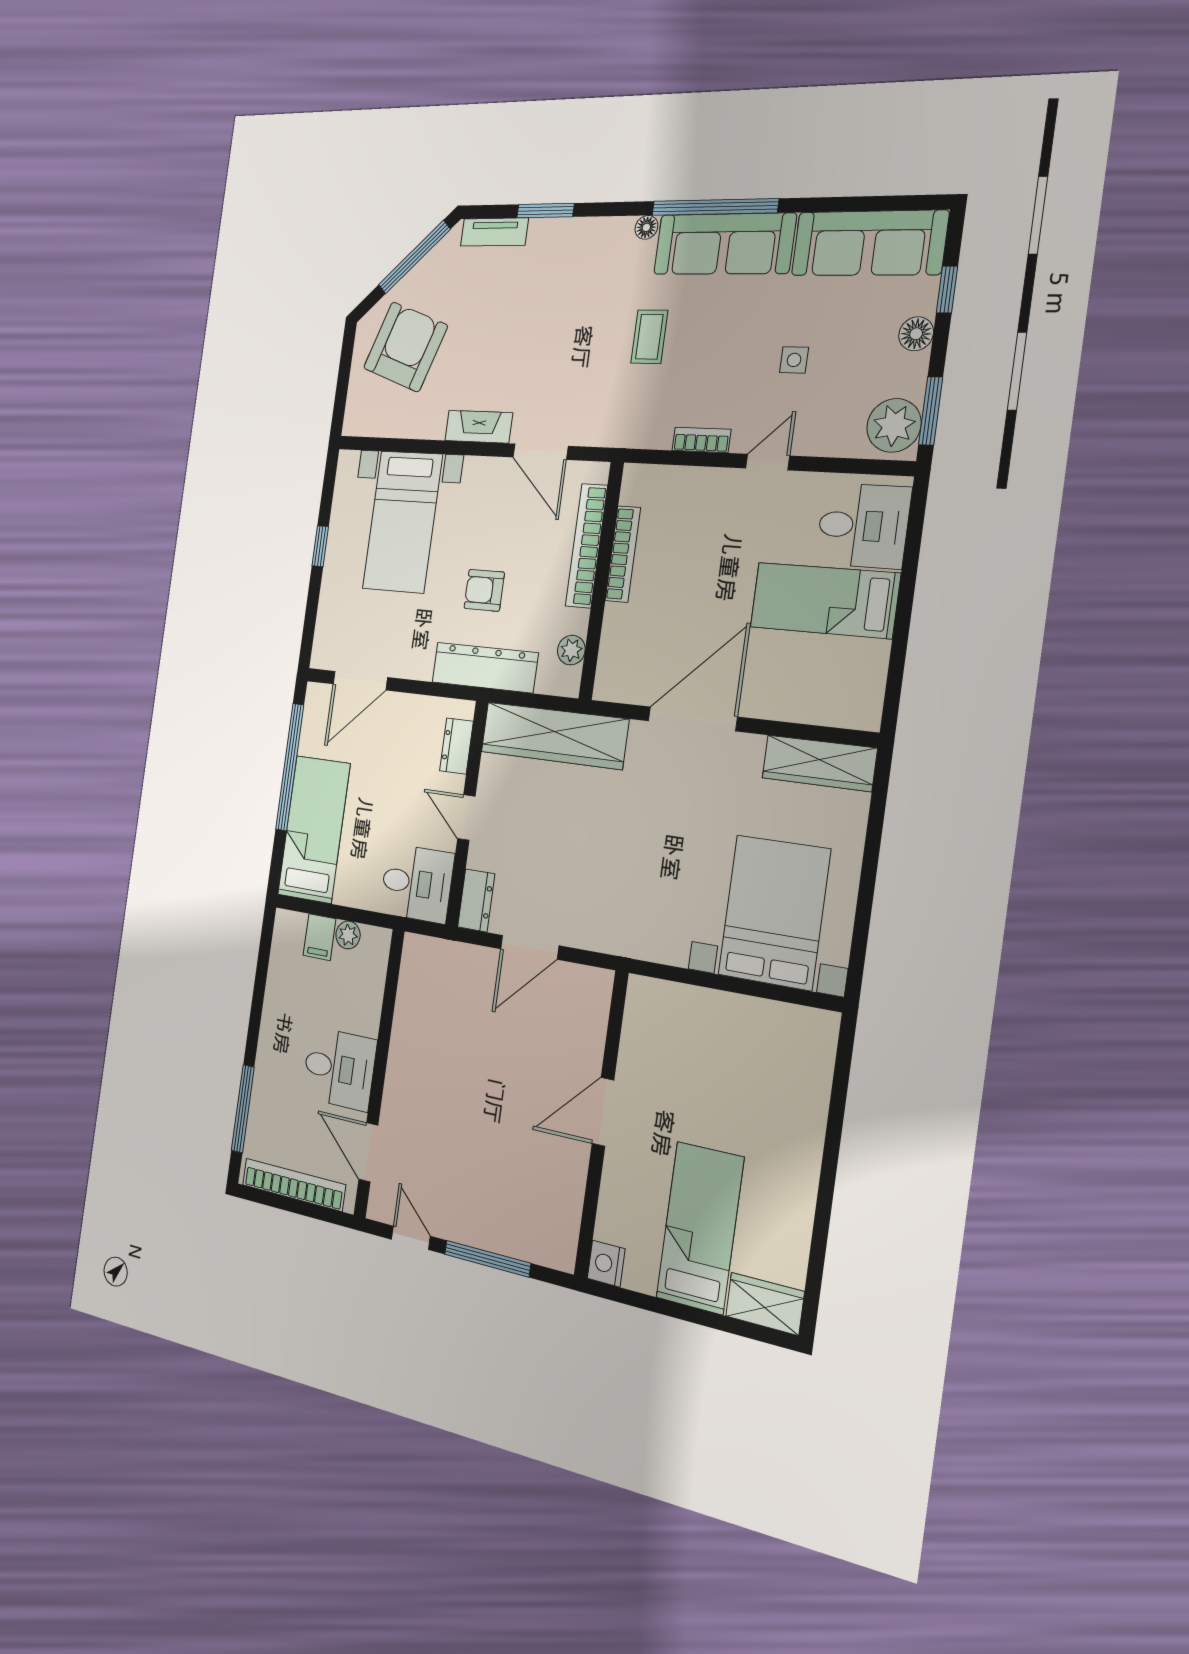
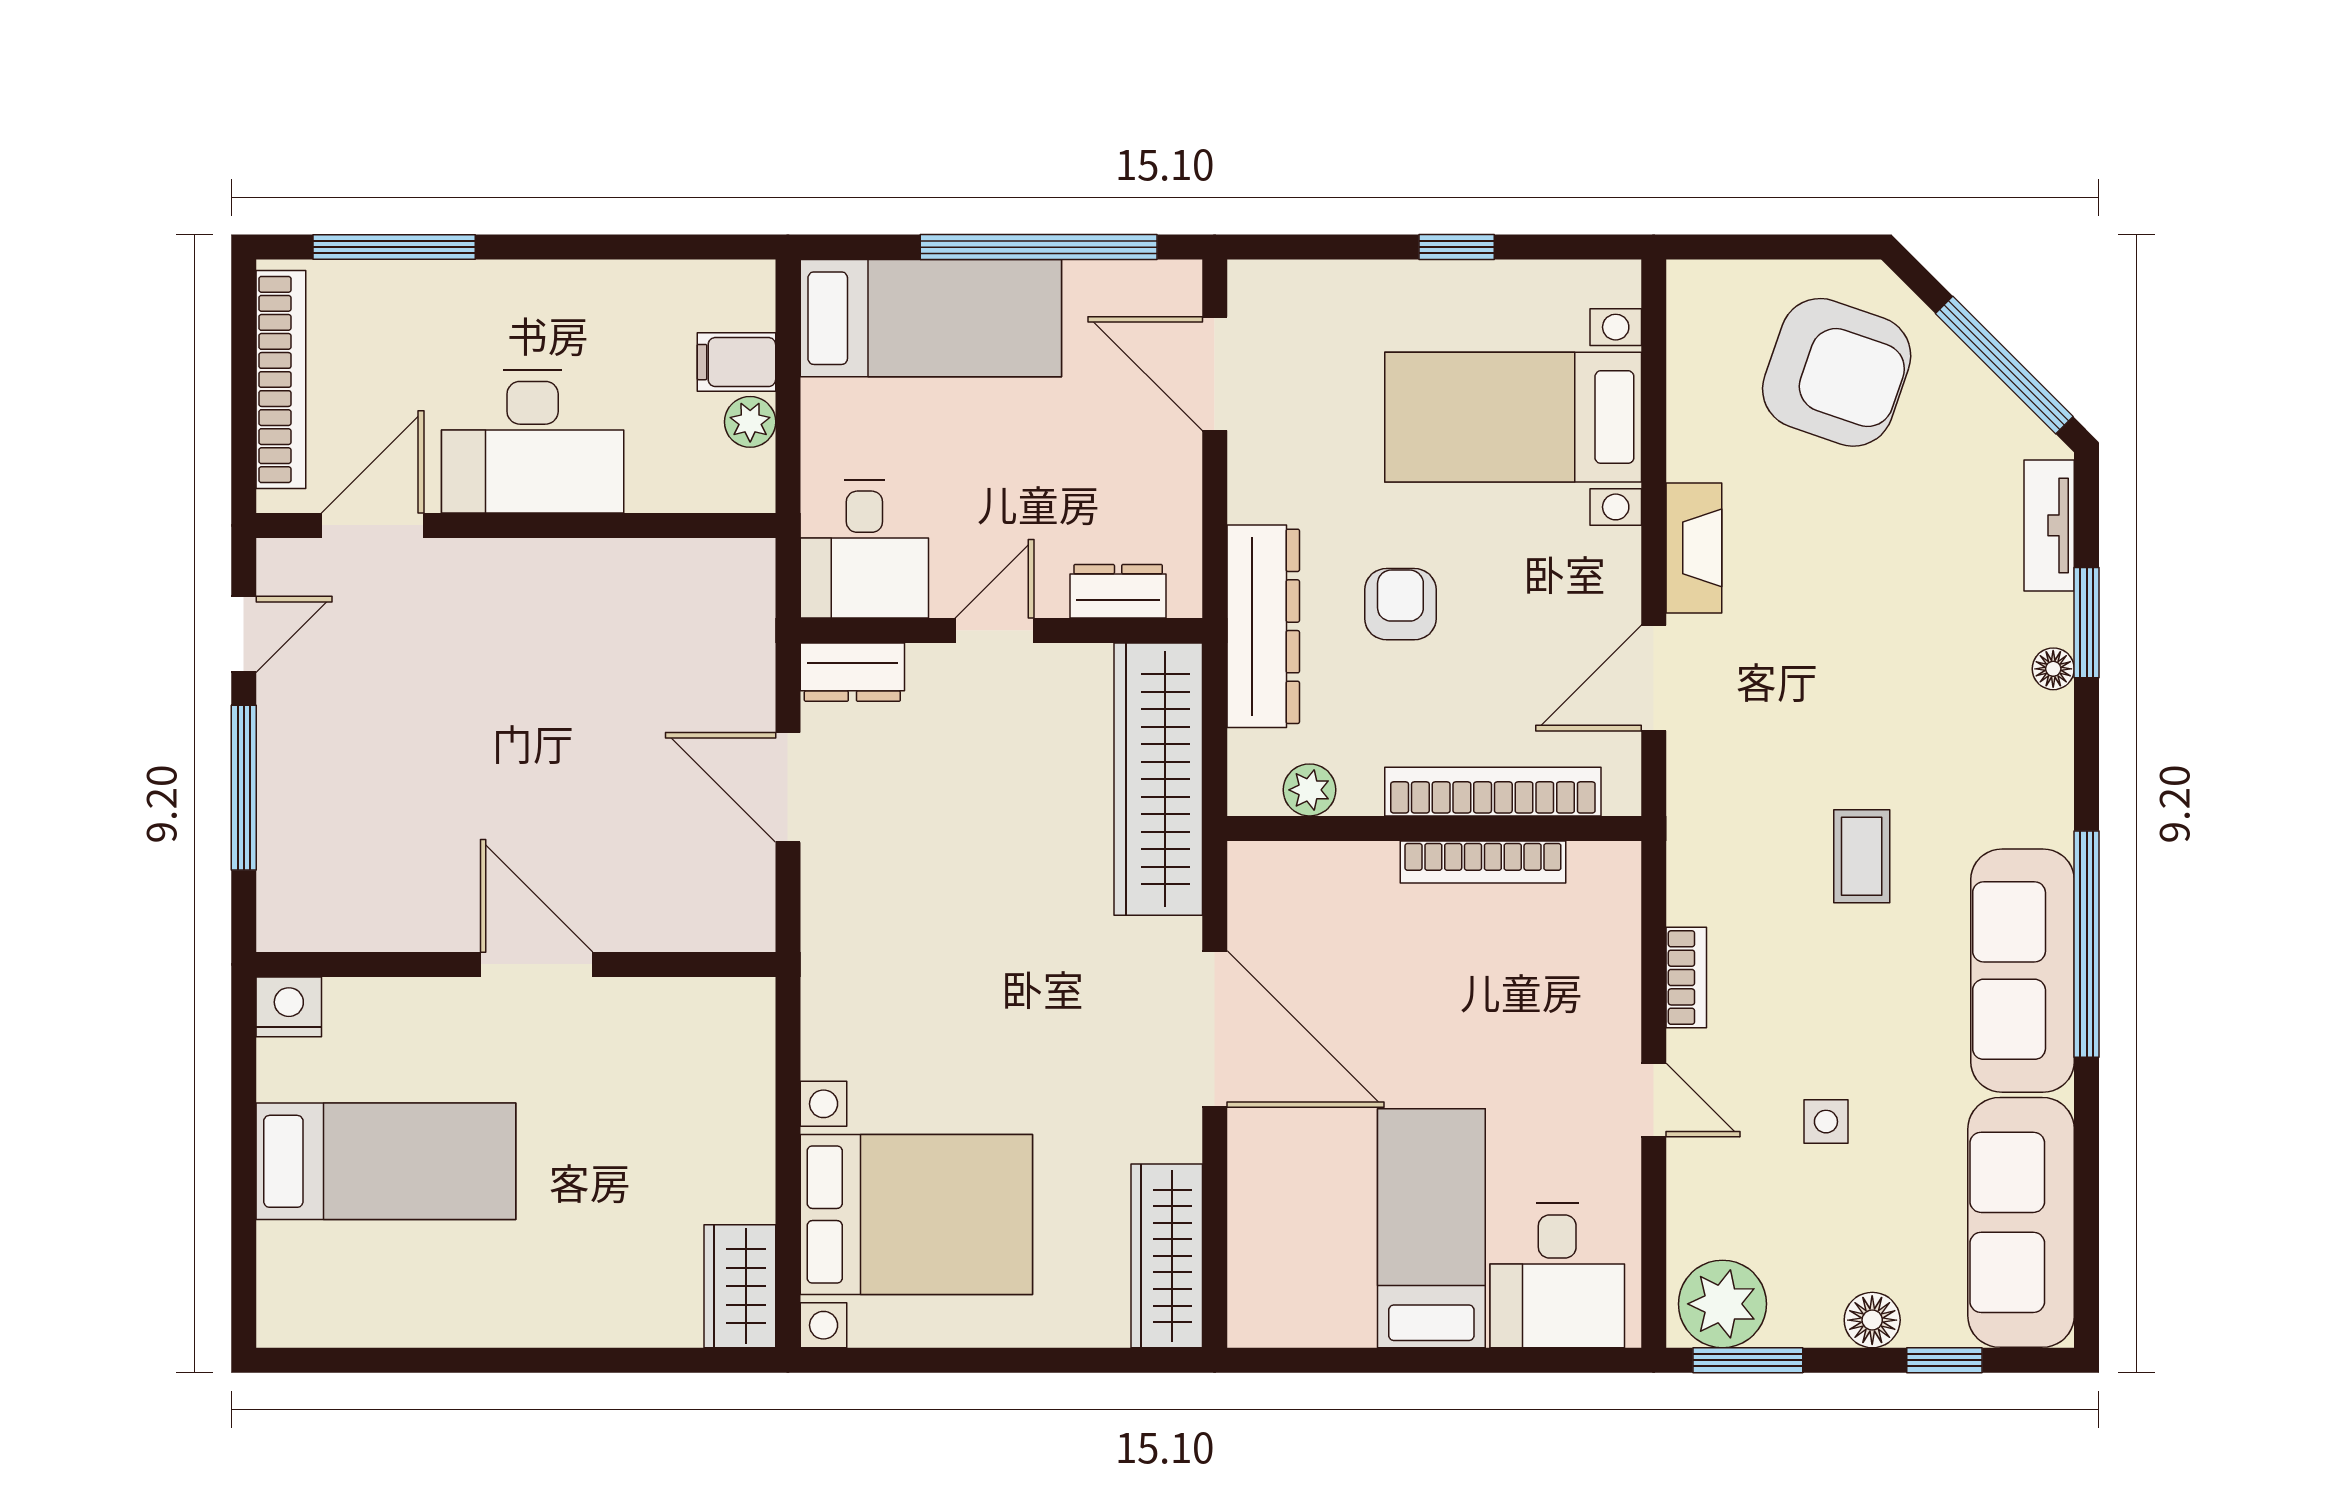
floor lamp: (646, 227) -> (2053, 669), moved
coffee table: (649, 337) -> (1862, 856), turned 90
desk: (339, 1069) -> (533, 441), width x1.37
wardrobe: (765, 1304) -> (740, 1286), moved, turned 180

